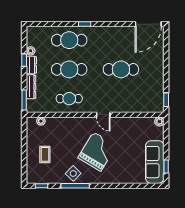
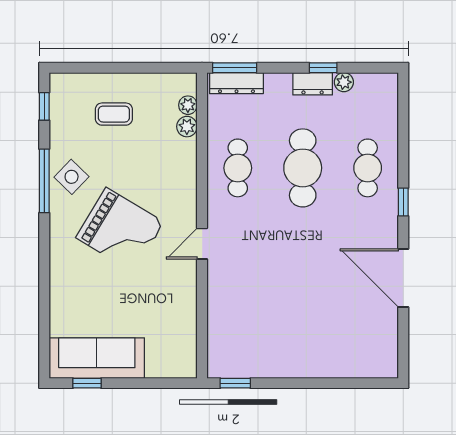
door: (148, 24) -> (403, 278), moved
cafe table: (69, 40) -> (368, 168), width x0.73, depth x0.74
cafe table: (121, 69) -> (303, 283), removed
dresser: (31, 87) -> (236, 83), moved
plant: (159, 121) -> (187, 127), moved

